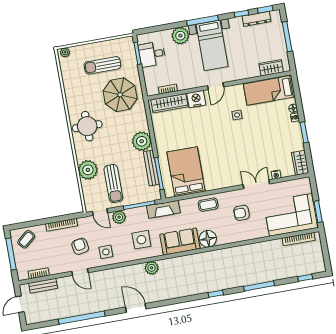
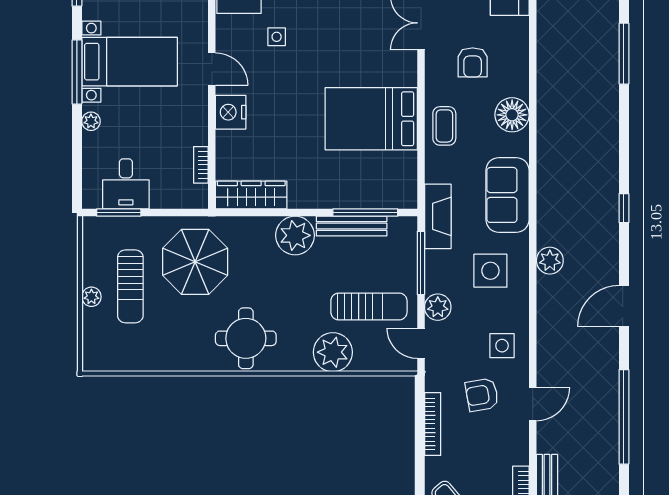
plant: (180, 36) -> (91, 121), width x0.53, depth x0.53
plant: (65, 52) -> (91, 297), moved
wardrobe: (169, 103) -> (251, 195), moved, turned -90
bed: (186, 172) -> (371, 119), moved
door: (100, 212) -> (421, 343), swing flipped
floor lamp: (208, 239) -> (512, 115), moved
window: (216, 294) -> (624, 208), moved

